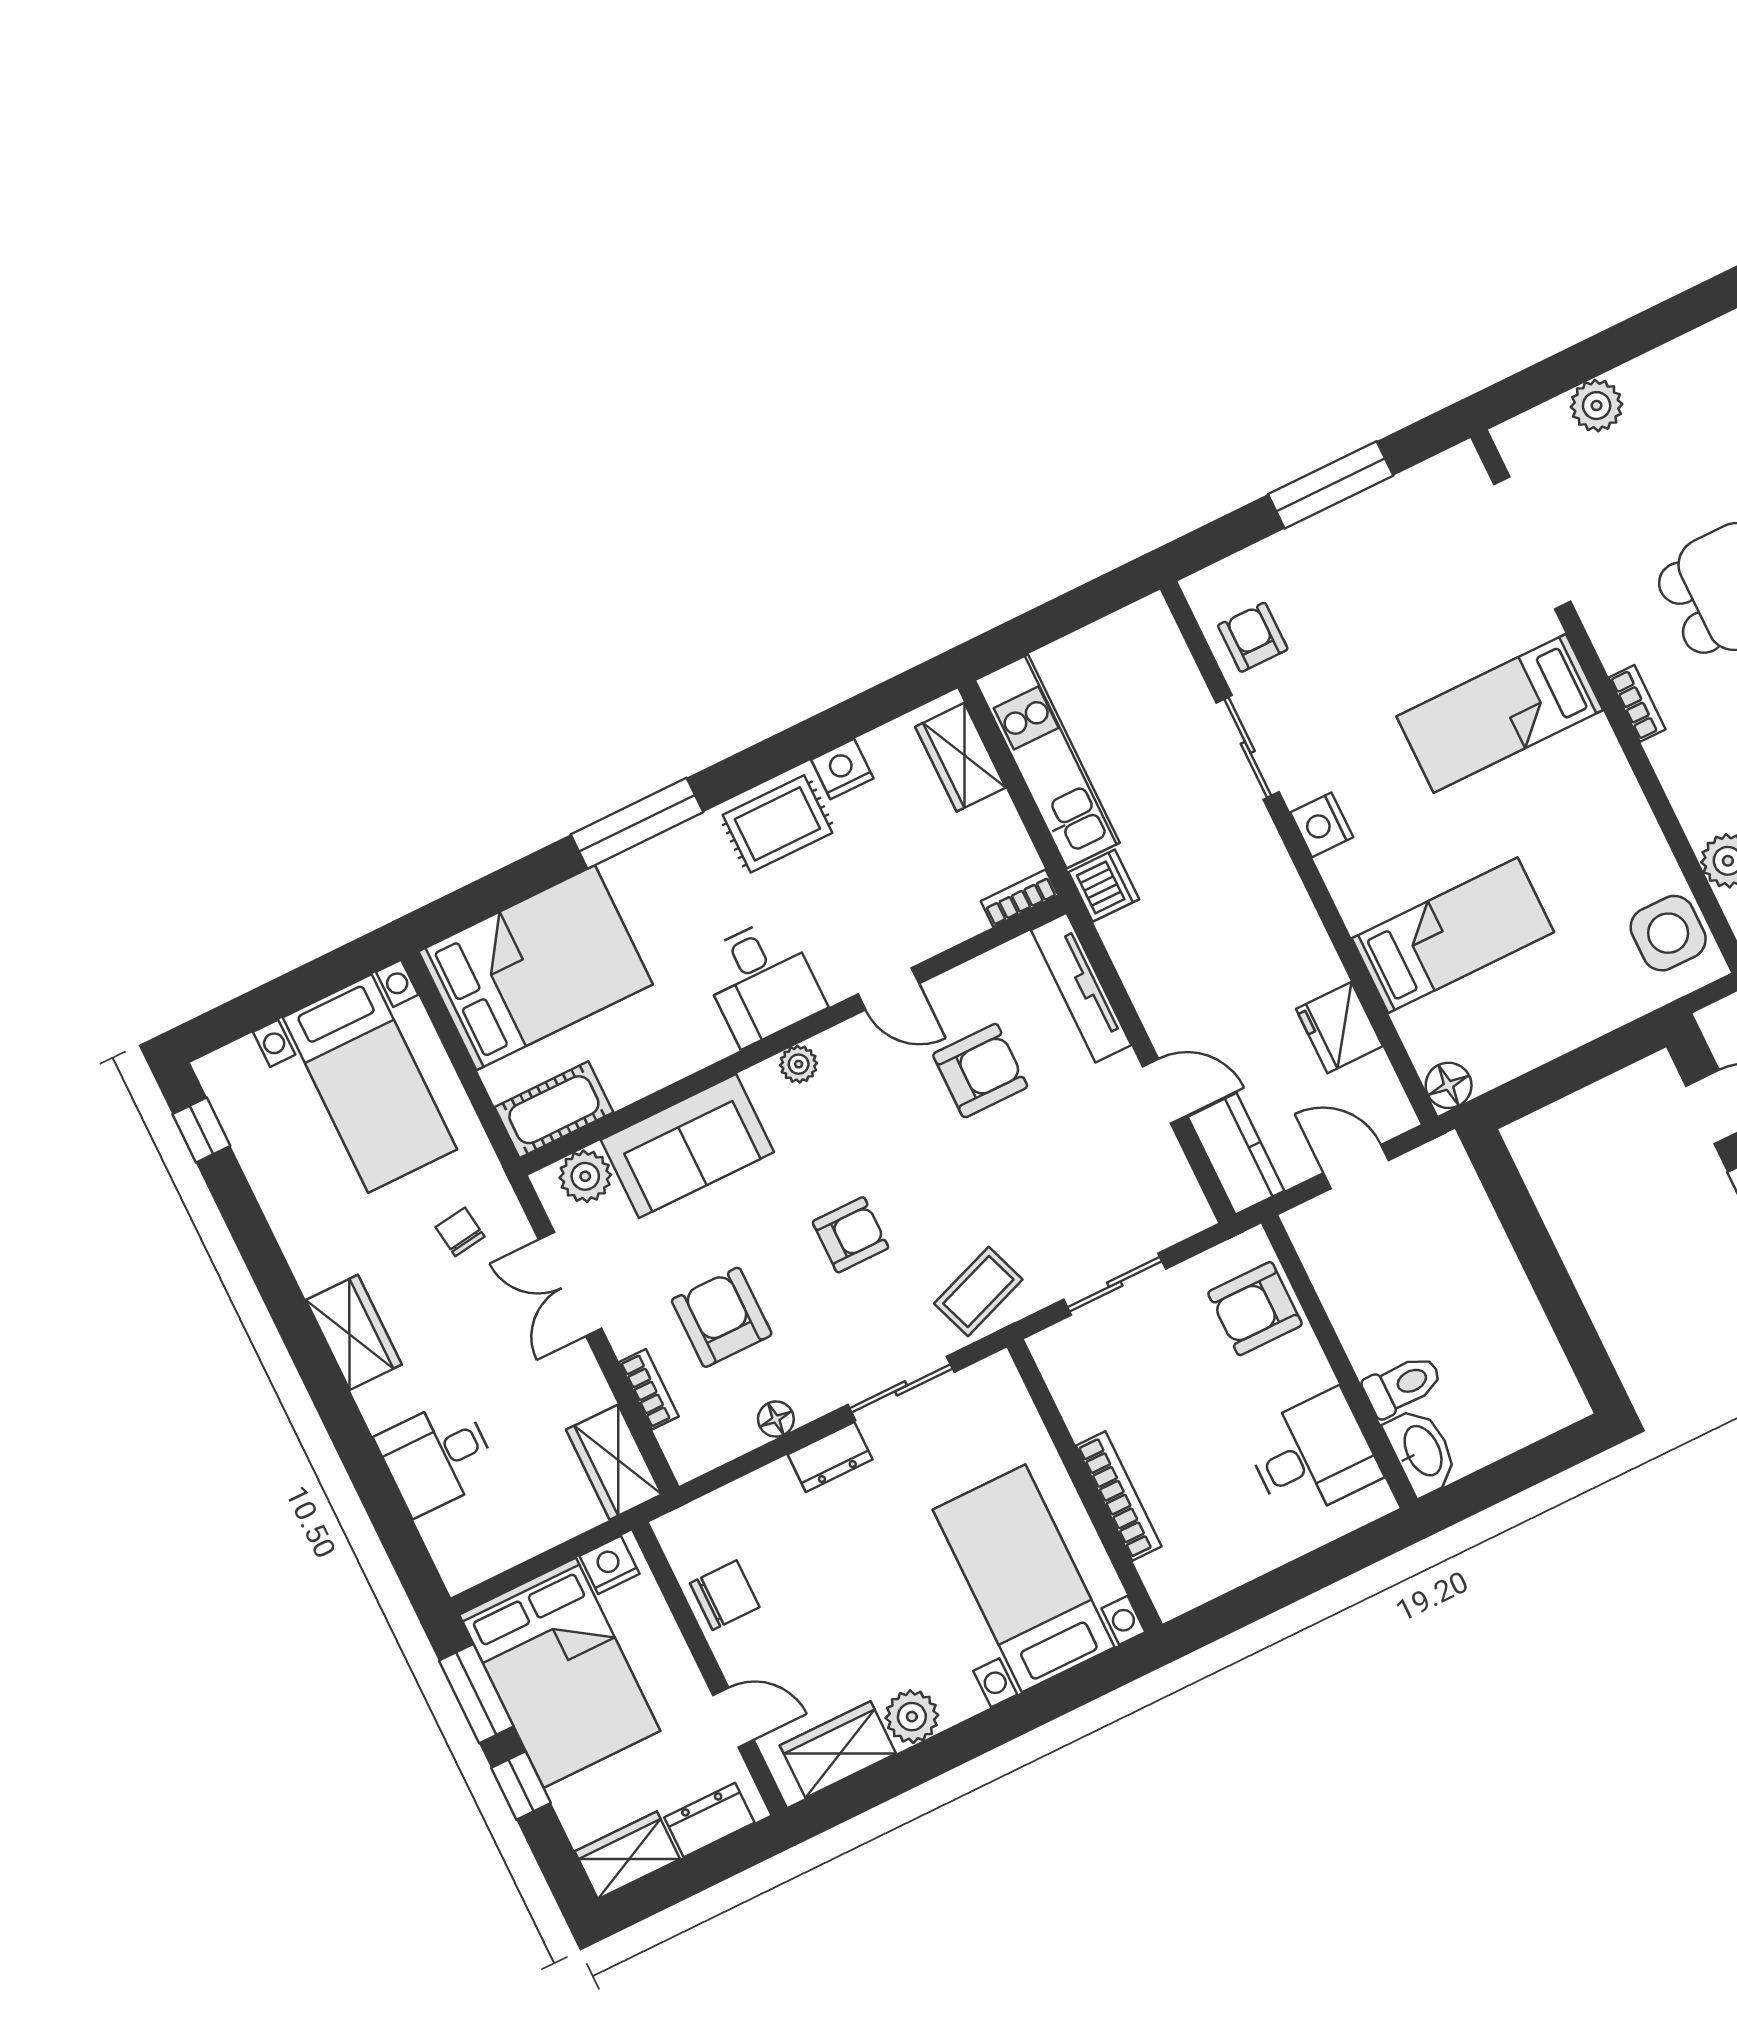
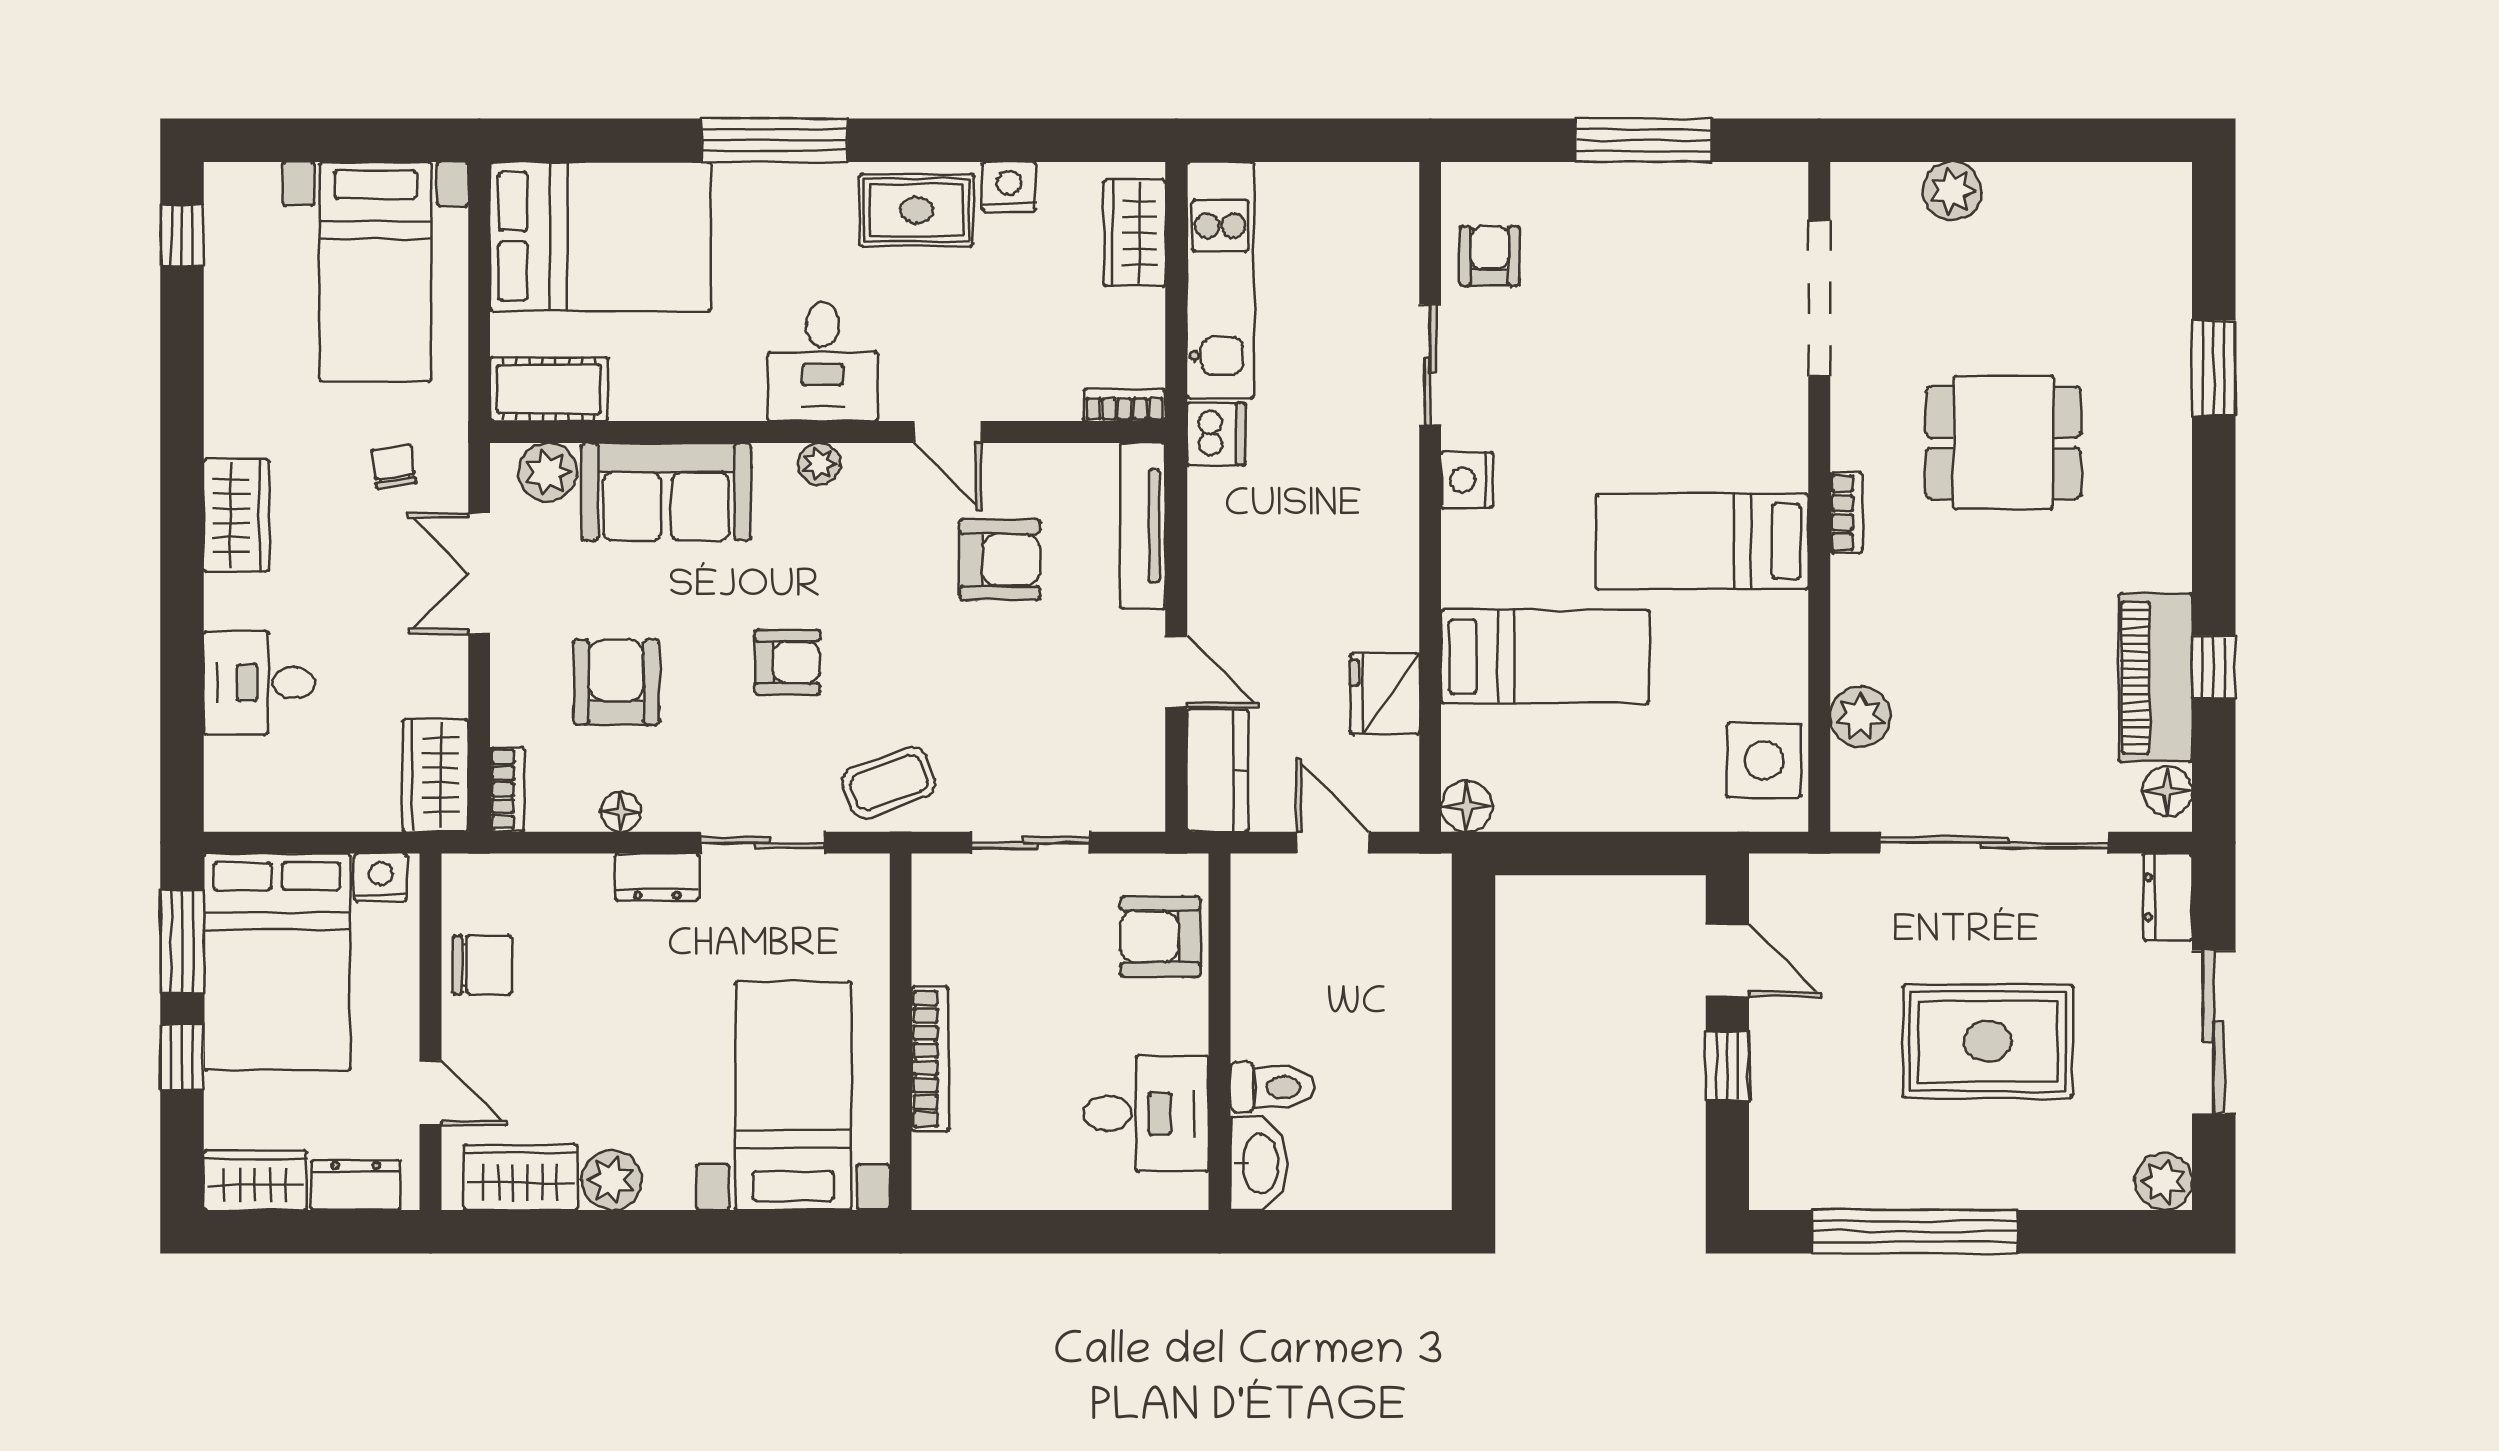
bed: (1500, 713) -> (1702, 541), moved
bookcase: (649, 1389) -> (507, 789), moved

